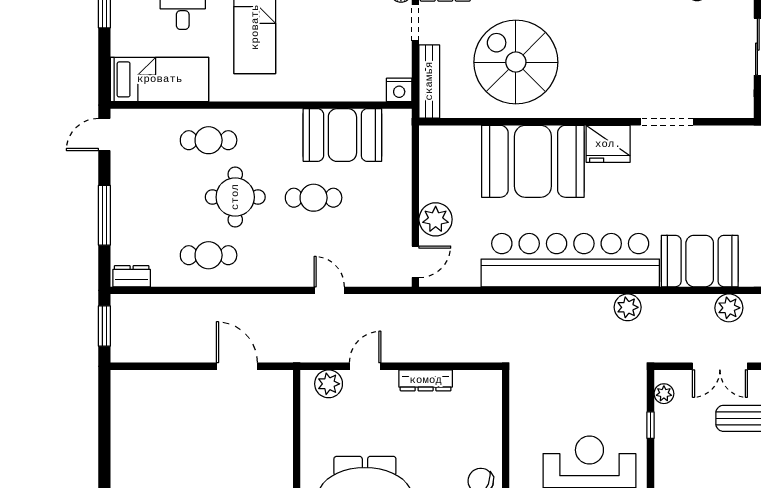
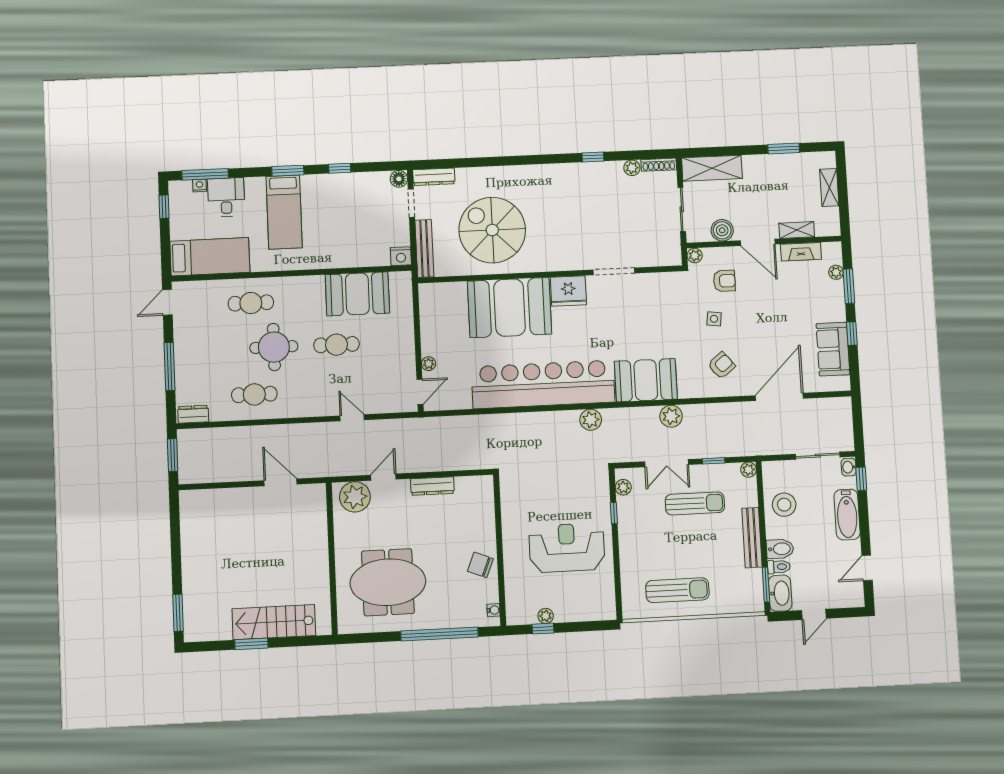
plant: (436, 219) -> (429, 364), width x0.53, depth x0.53
plant: (329, 384) -> (355, 497), width x1.36, depth x1.36

